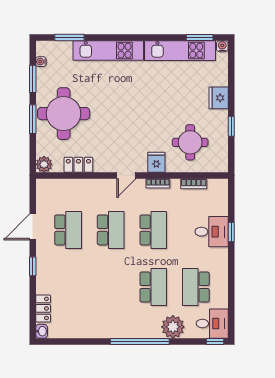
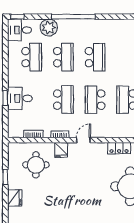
school desk: (153, 230) -> (63, 100), turned 180
school desk: (111, 287) -> (95, 57), added
school desk: (153, 287) -> (63, 57), turned 180

